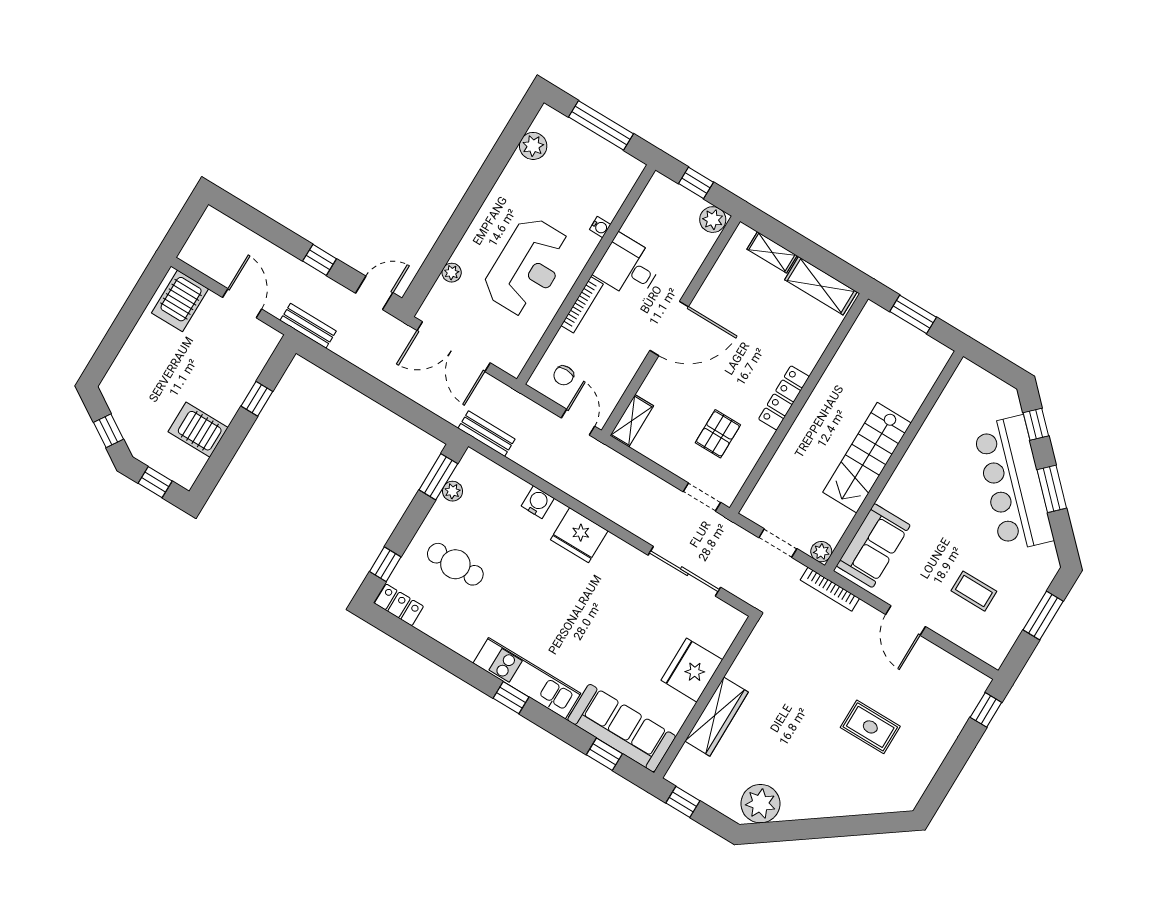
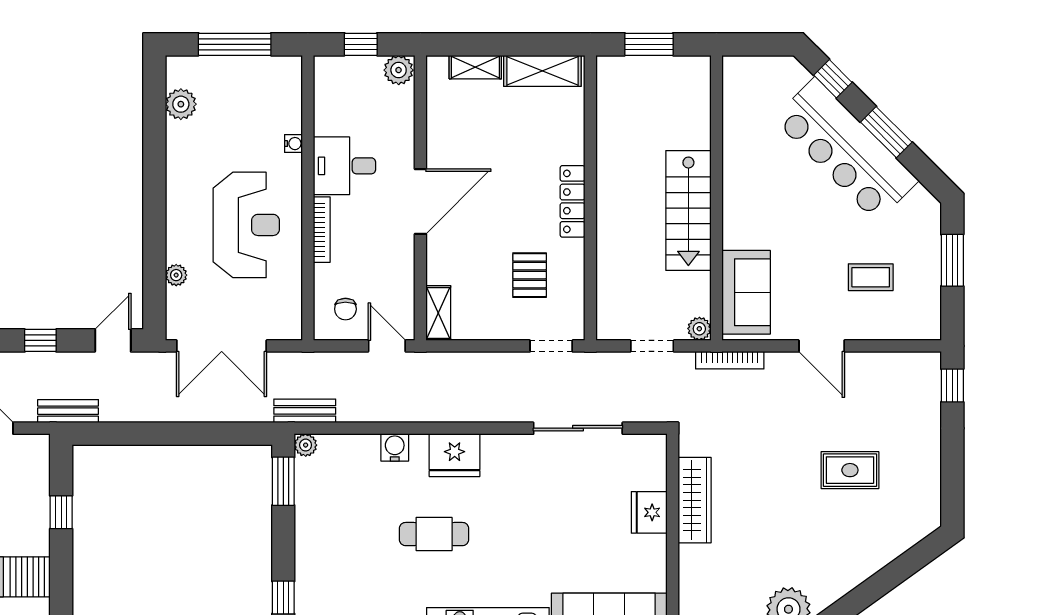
plant: (453, 491) -> (306, 445), moved
cafe table: (455, 564) -> (434, 534), moved
fridge: (692, 670) -> (649, 512), width x0.73, depth x0.75
wardrobe: (717, 717) -> (695, 500), moved

